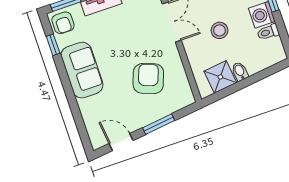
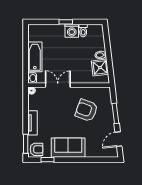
stool: (220, 30) -> (72, 59), removed

